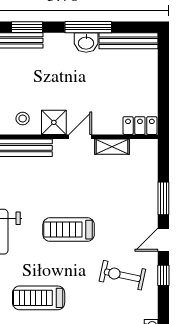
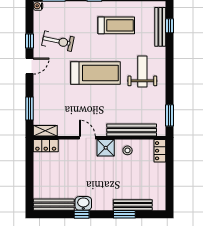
window: (88, 27) -> (82, 214), width x0.46
door: (80, 137) -> (87, 138), swing flipped
shelving: (112, 147) -> (45, 131), moved
window: (163, 198) -> (29, 109), moved
treadmill: (69, 230) -> (95, 73), width x1.37, depth x1.38

